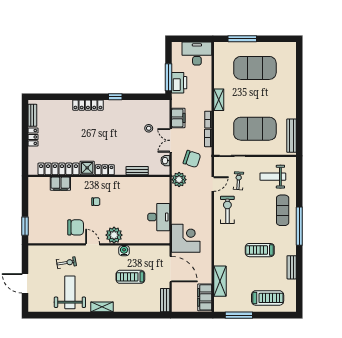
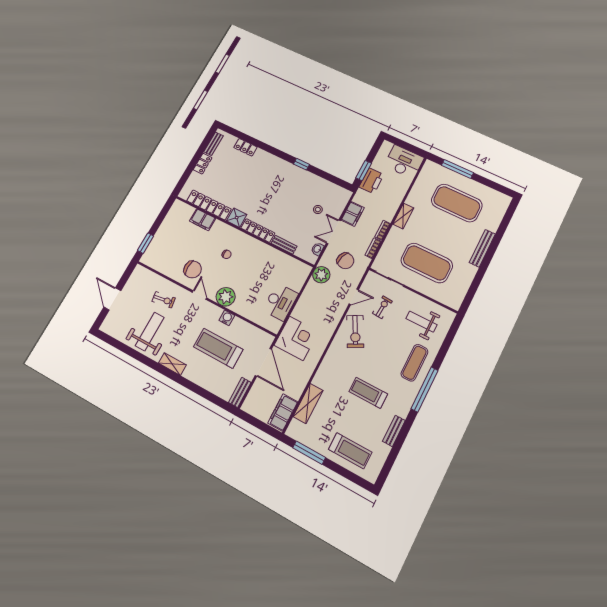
window: (168, 77) -> (364, 171), width x0.69
locker: (88, 105) -> (245, 147), moved, width x0.66
bench: (291, 136) -> (482, 248), moved
locker: (105, 170) -> (258, 231), width x1.53
exercise bike: (227, 210) -> (355, 332), turned 152
treadmill: (130, 277) -> (218, 348), width x1.37, depth x1.38

